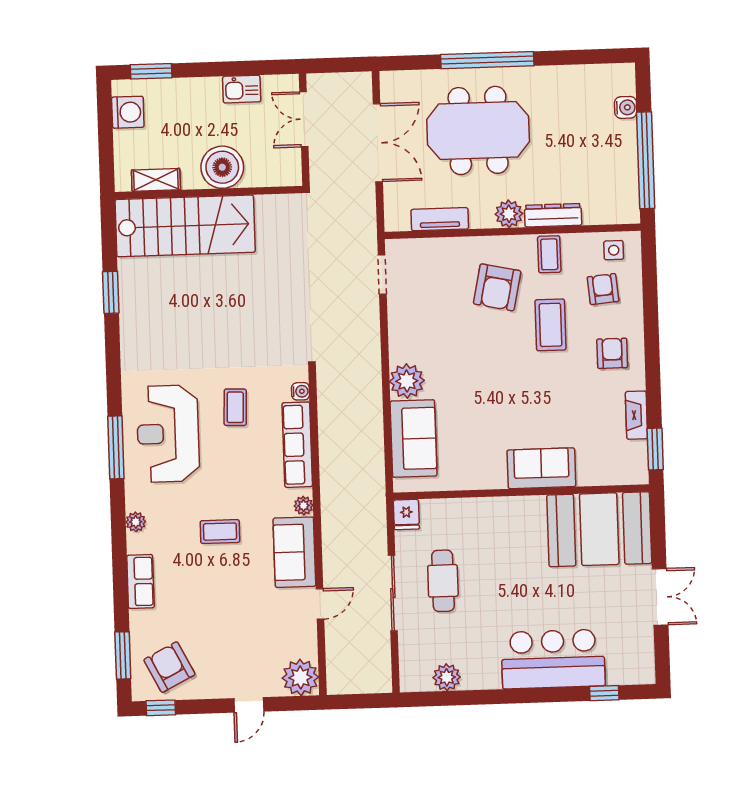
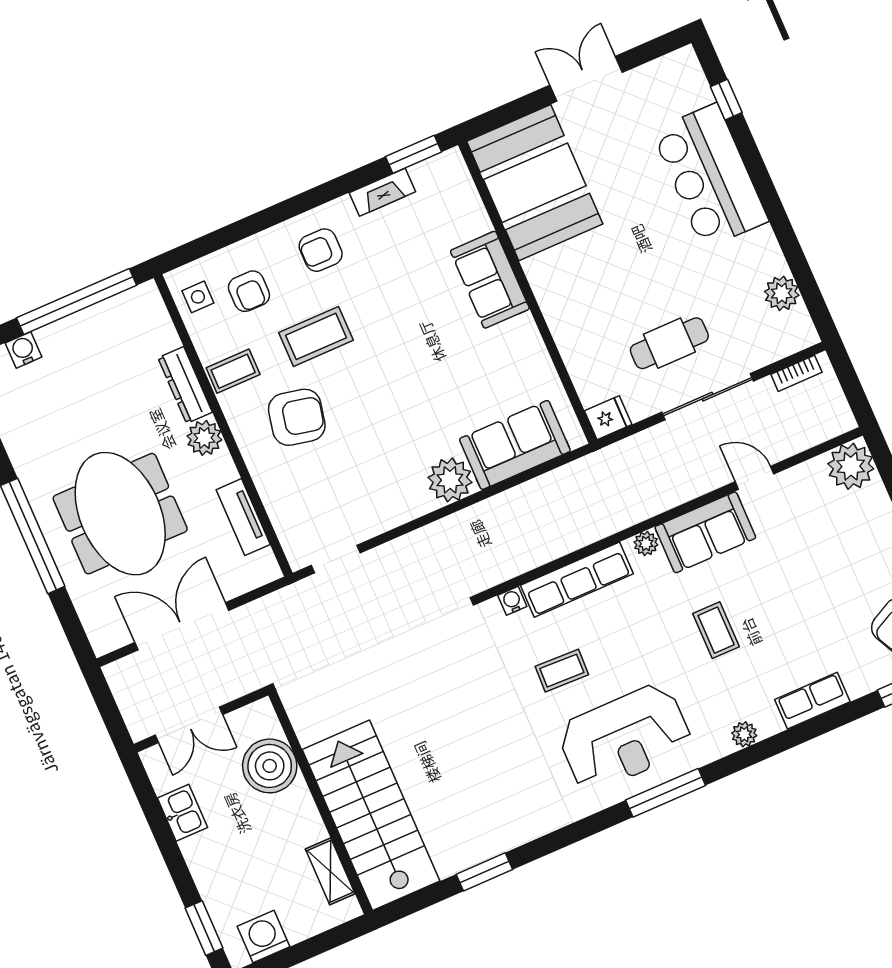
boiler: (222, 167) -> (270, 766), moved
armchair: (603, 289) -> (249, 291), turned -85
bookcase: (384, 665) -> (796, 373), added

